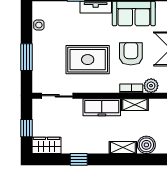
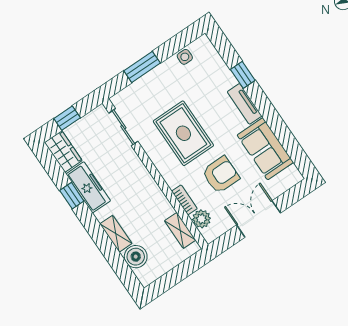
shelving: (135, 105) -> (180, 230), moved
freezer: (102, 107) -> (88, 187), moved, turned 180

